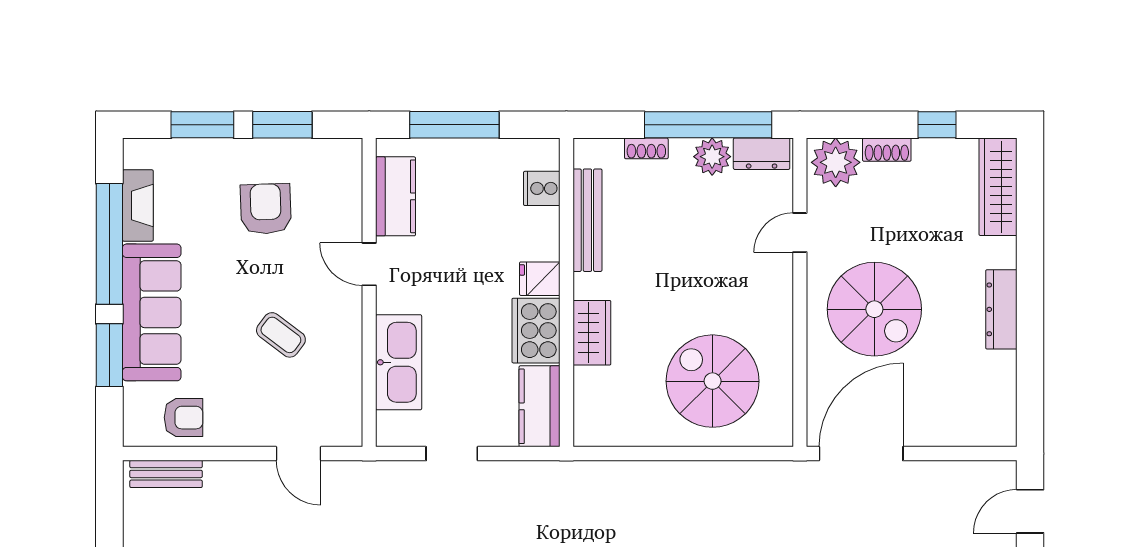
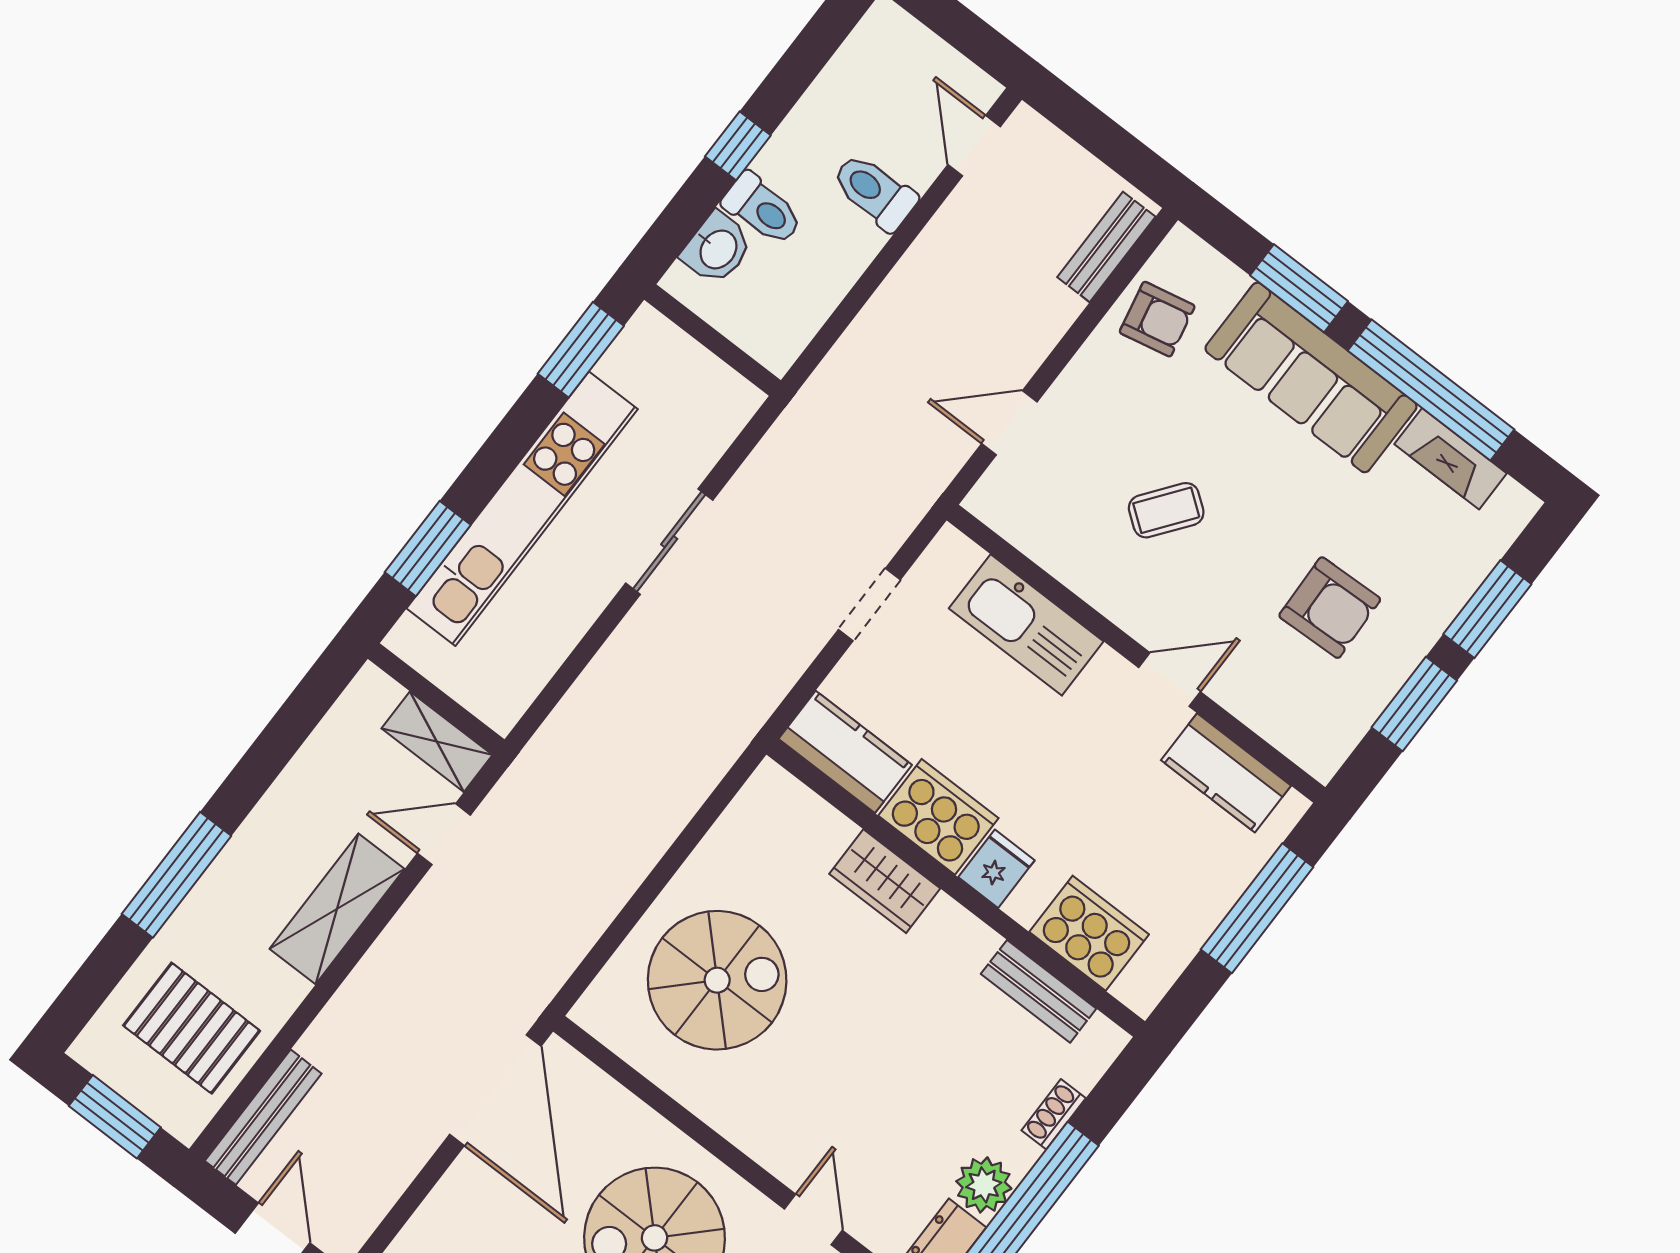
cooker: (542, 188) -> (1089, 933), width x1.87, depth x1.31
bench: (587, 220) -> (1039, 991), width x0.73
armchair: (184, 418) -> (1157, 319), turned -102

